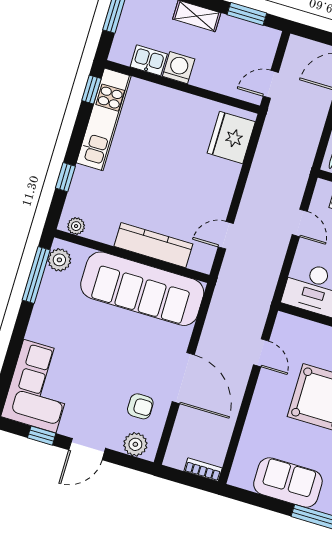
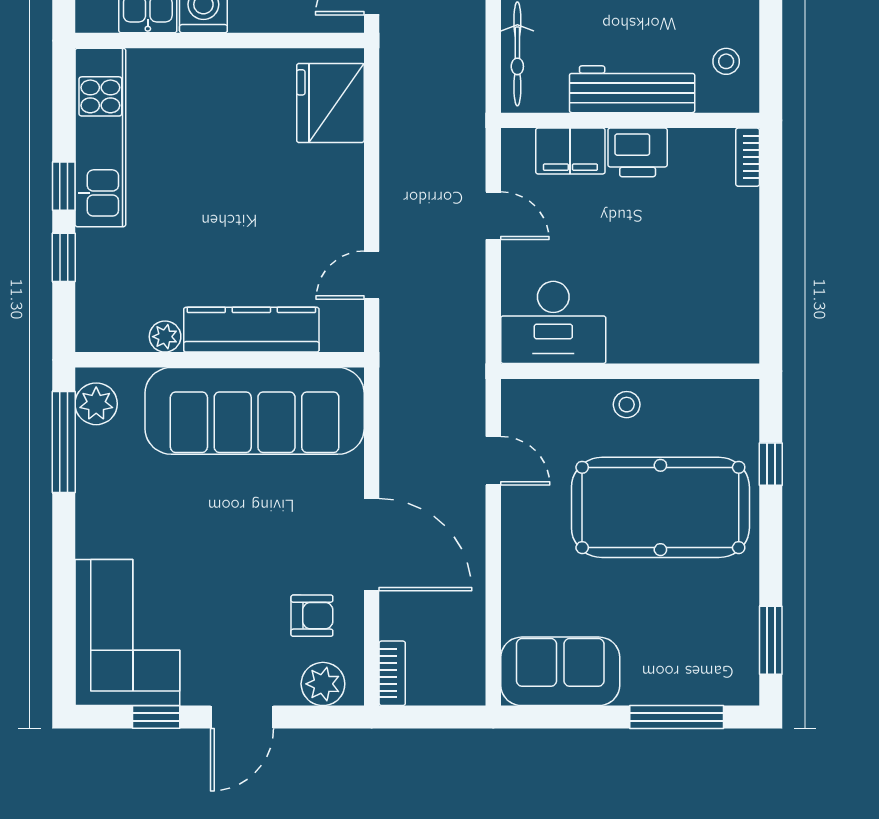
window: (91, 90) -> (64, 186), moved
plant: (76, 226) -> (165, 337), moved
bookcase: (203, 470) -> (392, 673), moved, turned 90
sofa: (288, 483) -> (560, 671), moved

